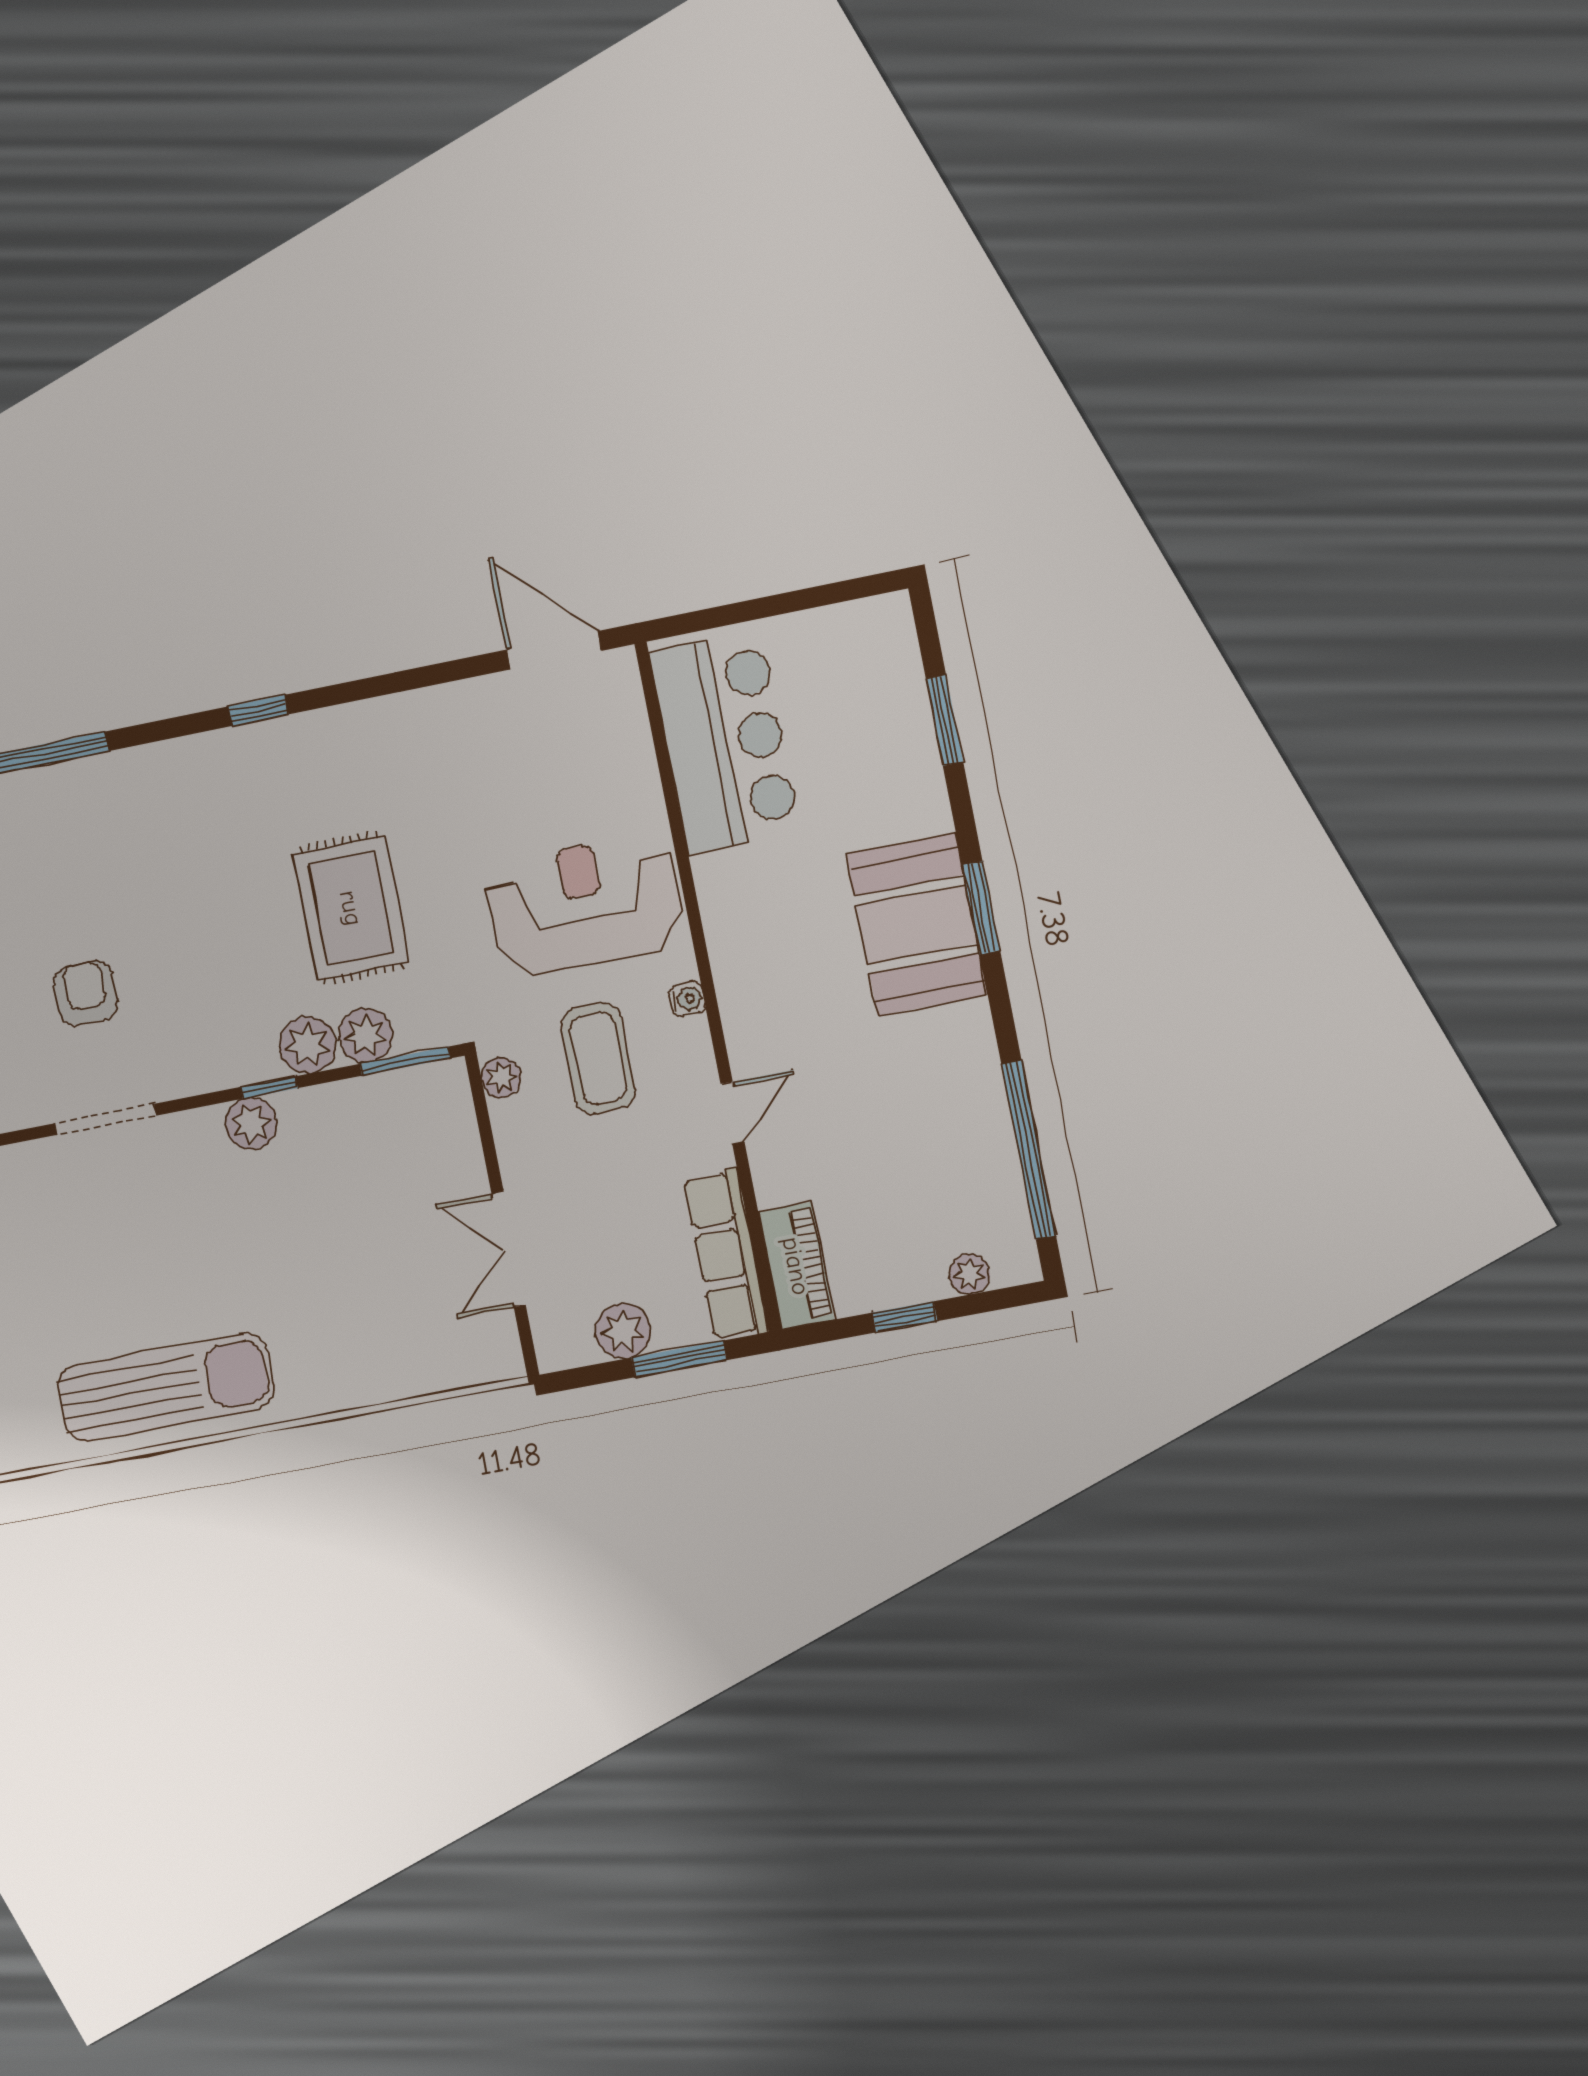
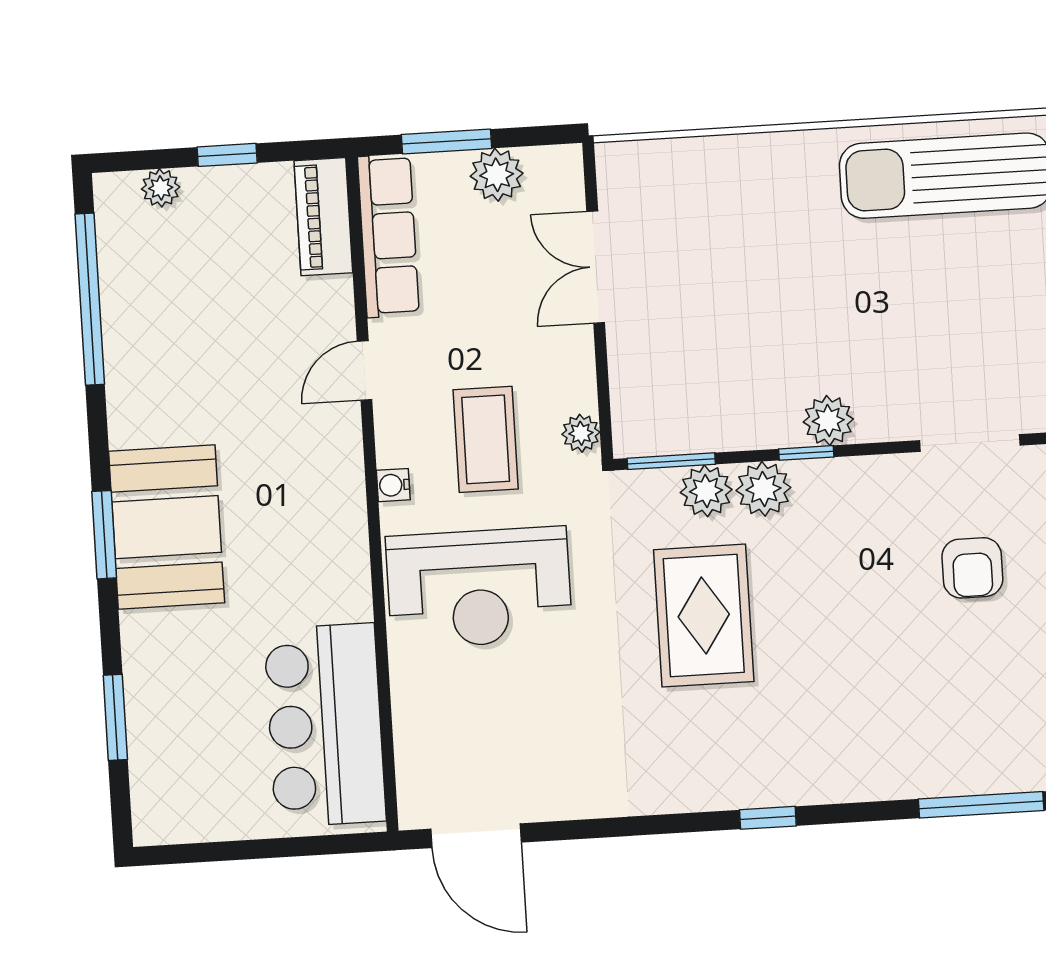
double door: (509, 1250) -> (596, 267), swing flipped

